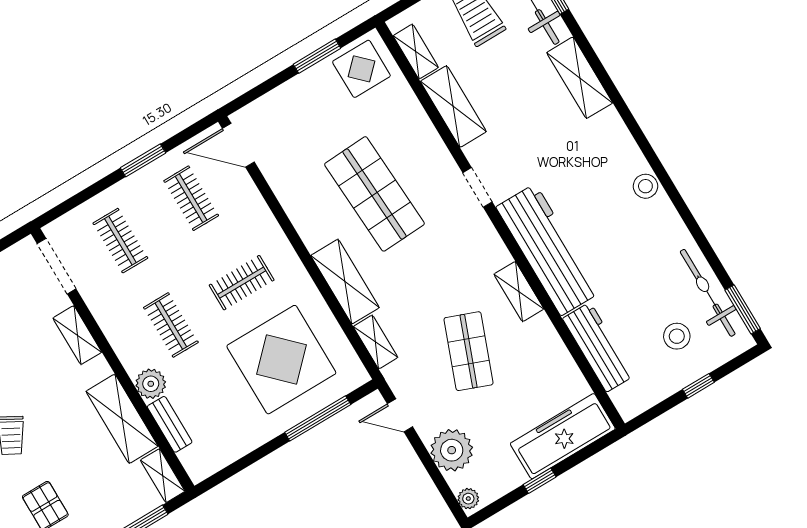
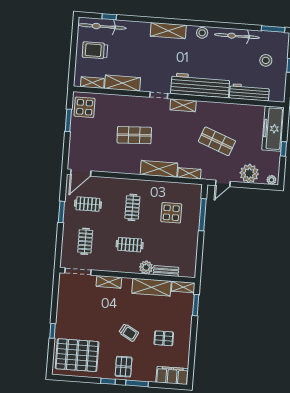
shelving: (580, 78) -> (168, 31), moved
shop shelf: (374, 194) -> (134, 135), width x0.70, depth x0.74
clothes rail: (120, 241) -> (85, 241), turned 90
shelving: (519, 292) -> (183, 105), moved
bicycle: (708, 293) -> (237, 36), moved
display table: (281, 360) -> (171, 213), width x0.54, depth x0.54

